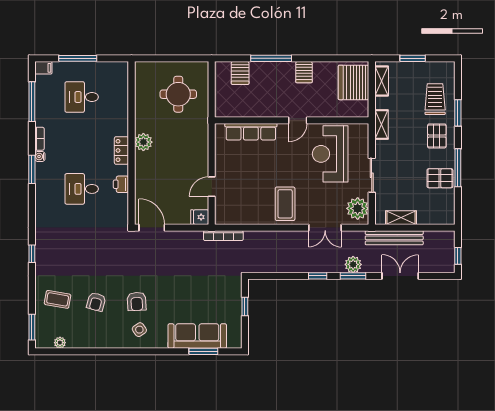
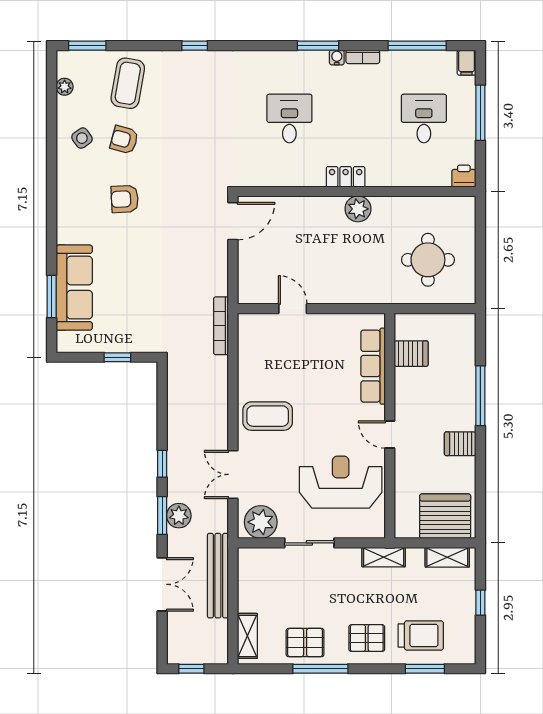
window: (413, 58) -> (480, 603), width x0.67
server rack: (240, 73) -> (411, 354), moved, turned 180
window: (458, 113) -> (425, 669), moved
pallet: (440, 178) -> (305, 643), turned 90
printer: (121, 184) -> (464, 176), moved
fridge: (200, 217) -> (248, 291), removed
shelving: (401, 218) -> (247, 636), moved
coffee table: (58, 299) -> (128, 83), width x1.36, depth x1.30
side table: (139, 330) -> (82, 138), moved

